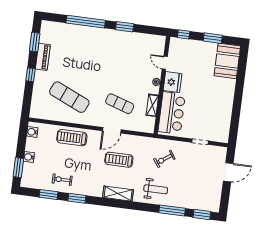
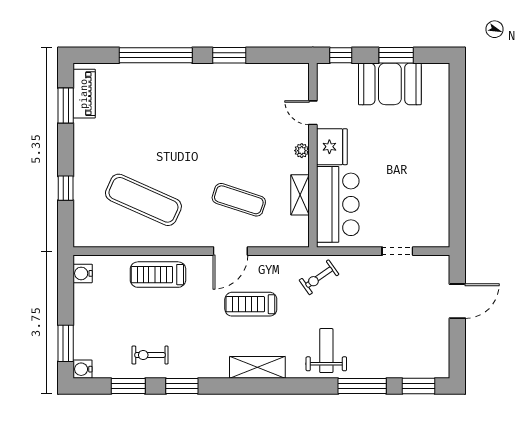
piano: (43, 57) -> (84, 94), moved
booth: (227, 61) -> (390, 84), moved, turned 90
window: (30, 75) -> (66, 188), moved
water cooler: (29, 157) -> (83, 369), moved
exercise bike: (164, 159) -> (319, 277), moved
weight bench: (156, 189) -> (326, 351), turned -90

